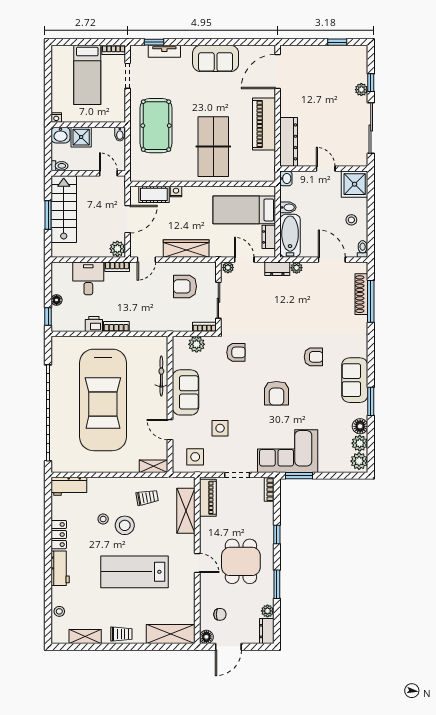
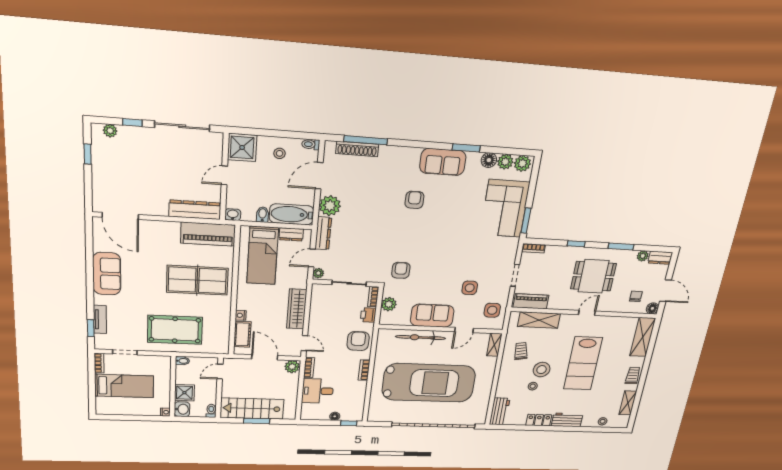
plant: (361, 90) -> (110, 131), moved
piano: (264, 124) -> (208, 234), moved
plant: (297, 268) -> (330, 206), width x1.87, depth x1.87
dresser: (277, 269) -> (323, 233), width x1.44
armchair: (185, 286) -> (358, 341), moved, turned 180
printer: (94, 324) -> (368, 315), moved
bicycle: (161, 376) -> (421, 337), width x1.37, depth x1.40
armchair: (276, 393) -> (445, 236), removed
corner sofa: (288, 451) -> (505, 208), moved

